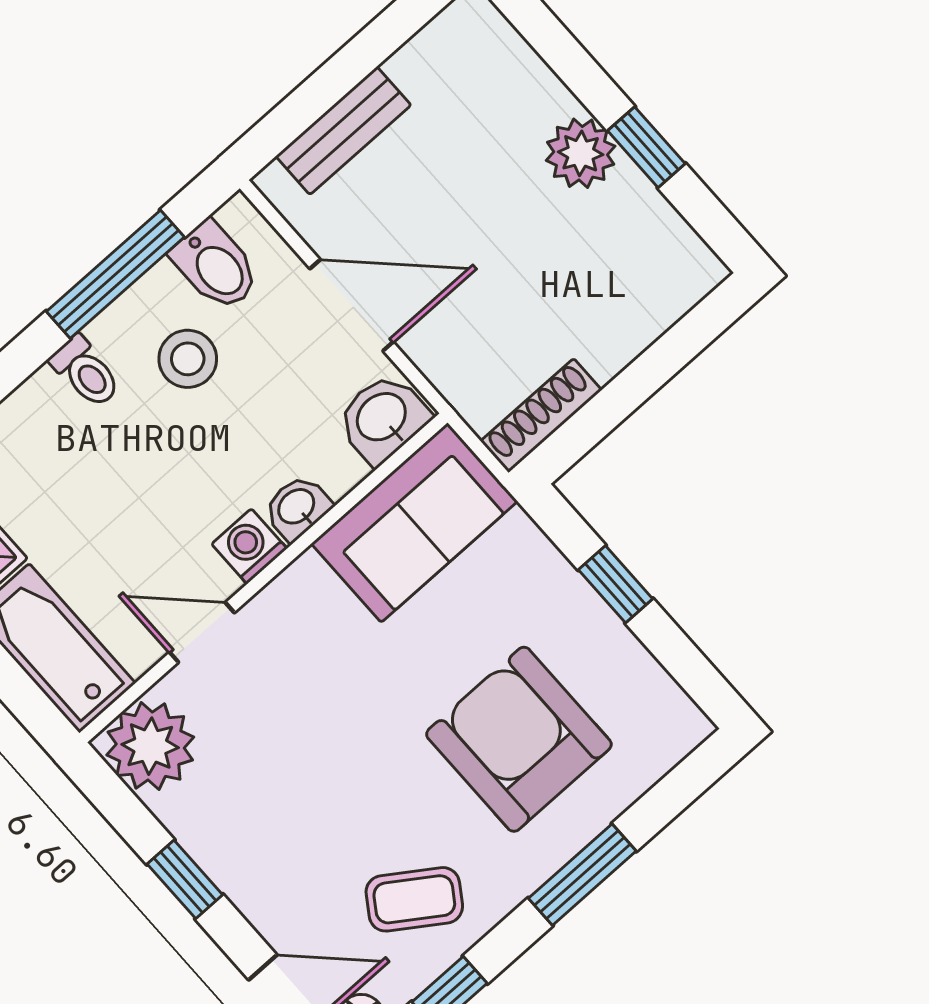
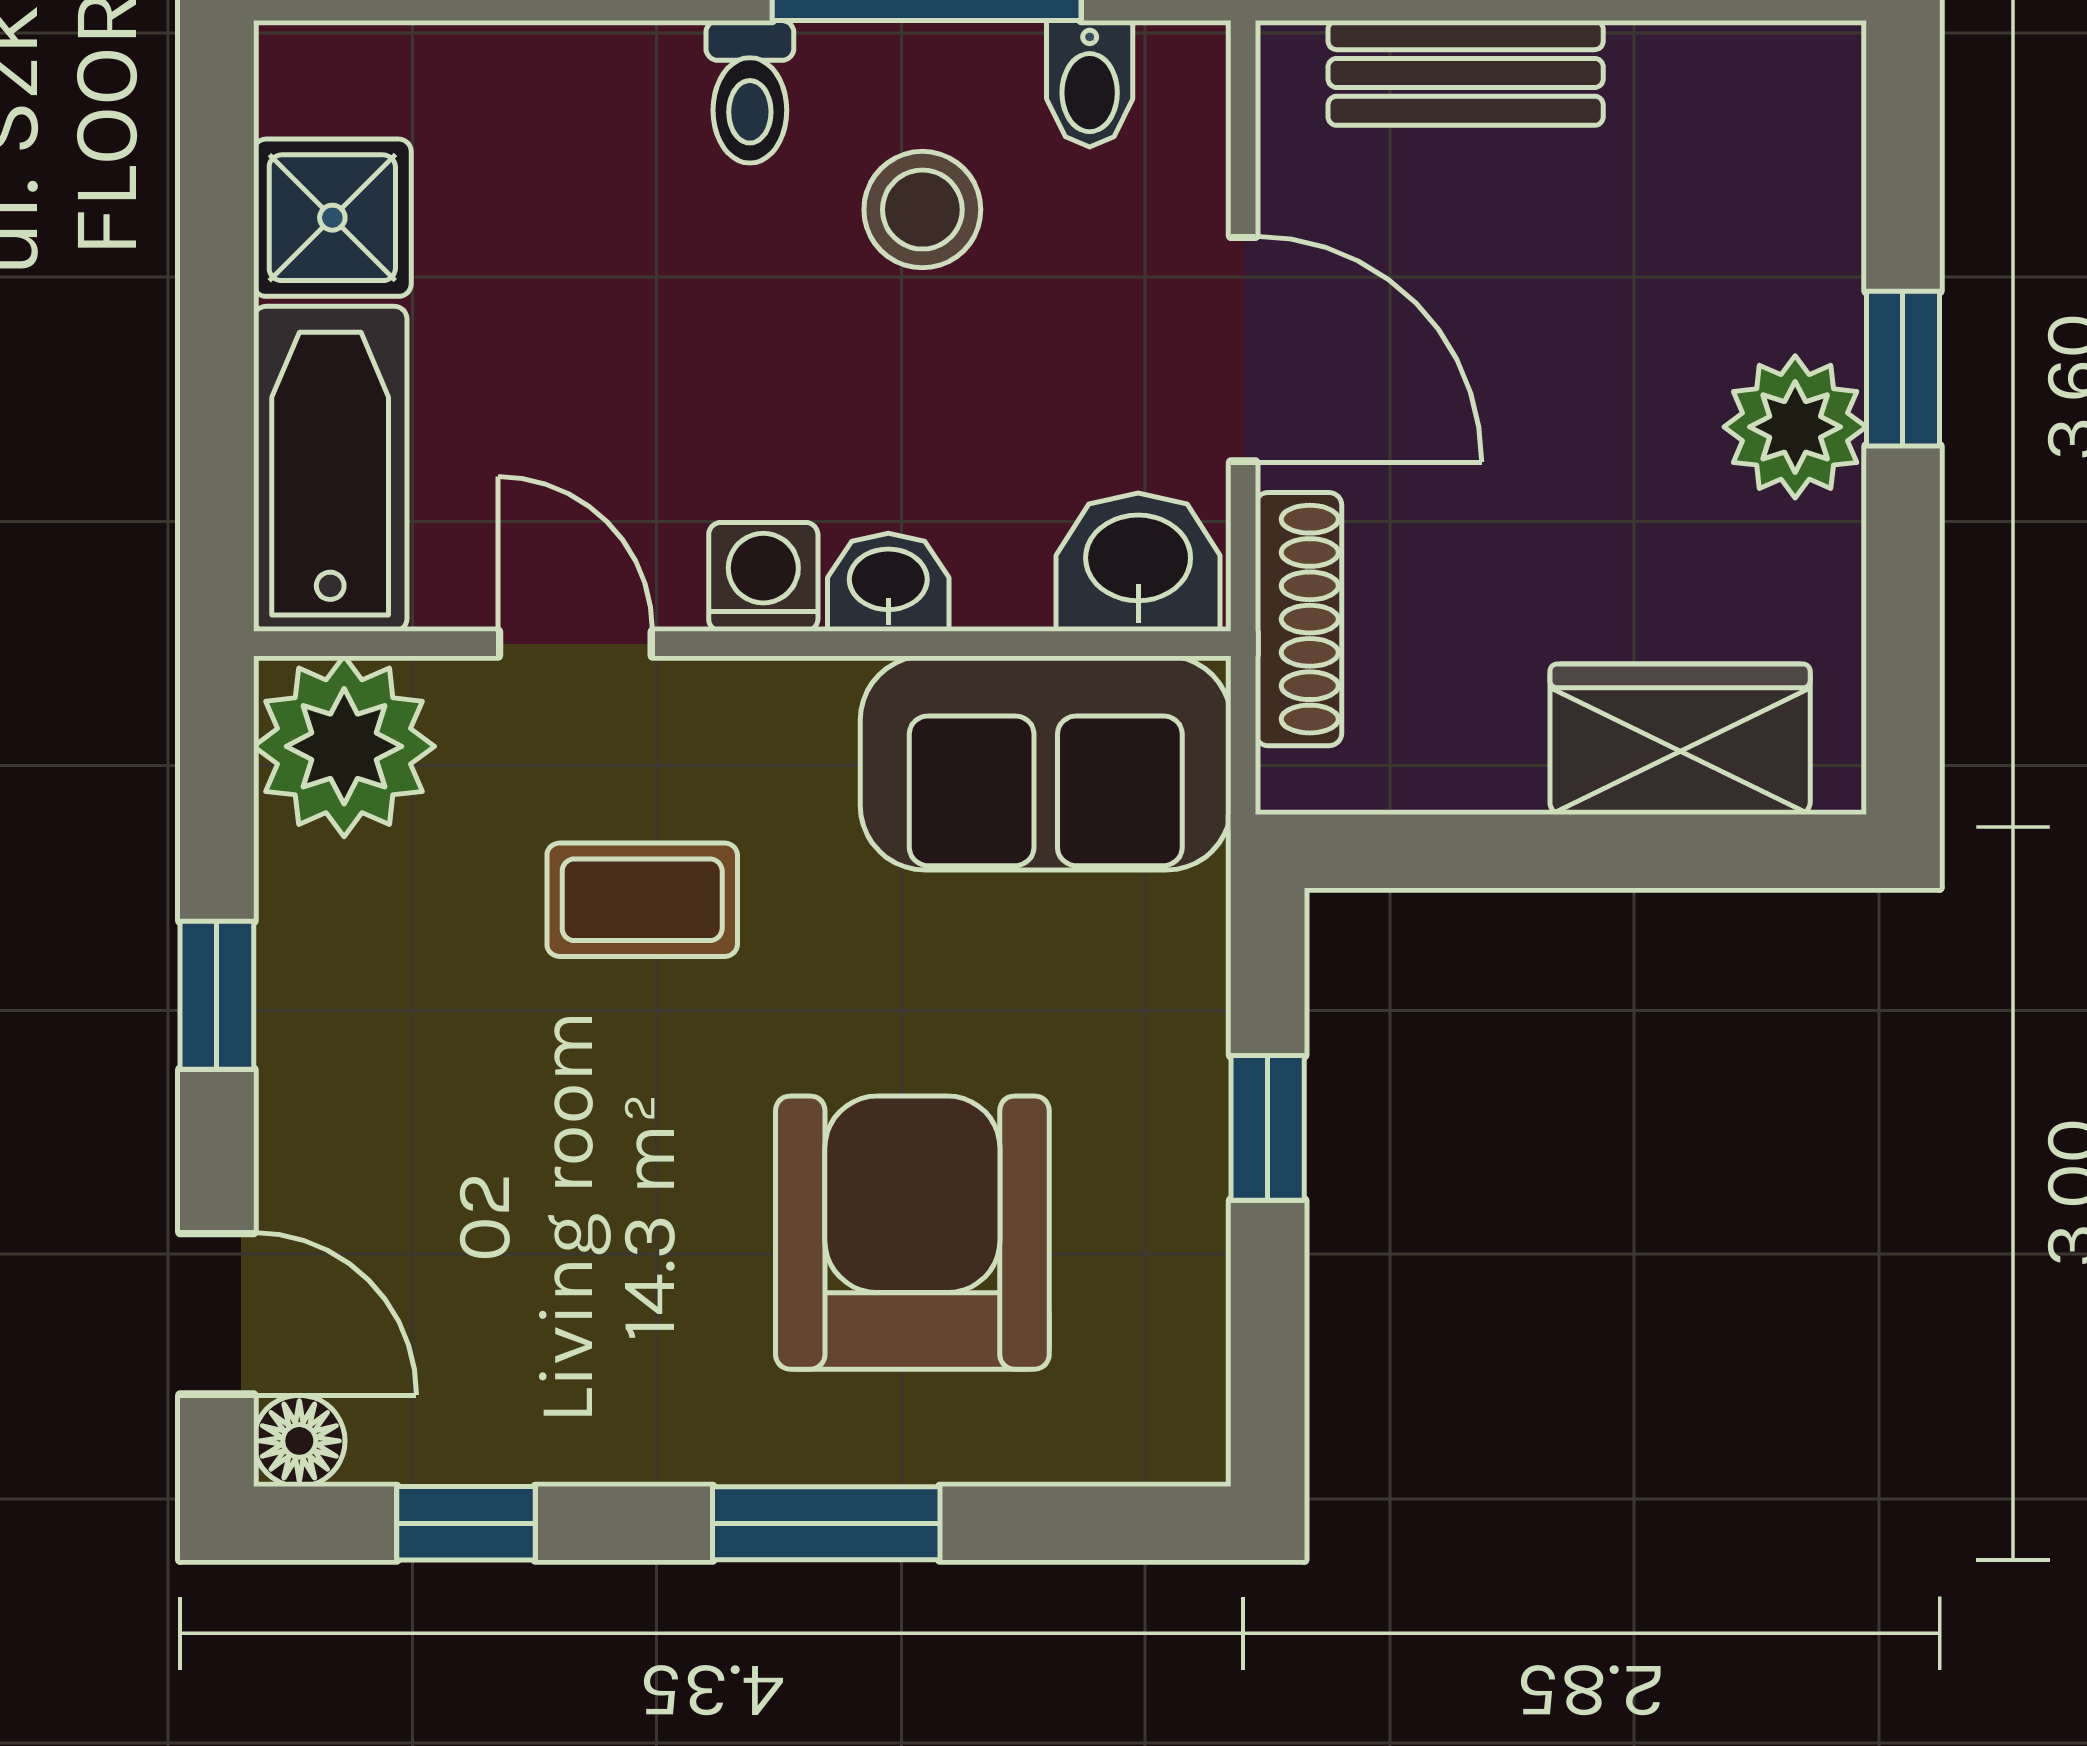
window: (646, 147) -> (1903, 369), moved
bidet: (216, 266) -> (1090, 84), width x0.72, depth x0.74
wardrobe: (640, 306) -> (1680, 739), added
shoe rack: (541, 416) -> (1299, 619), moved, turned 90
coffee table: (414, 899) -> (642, 900), moved, turned -34

